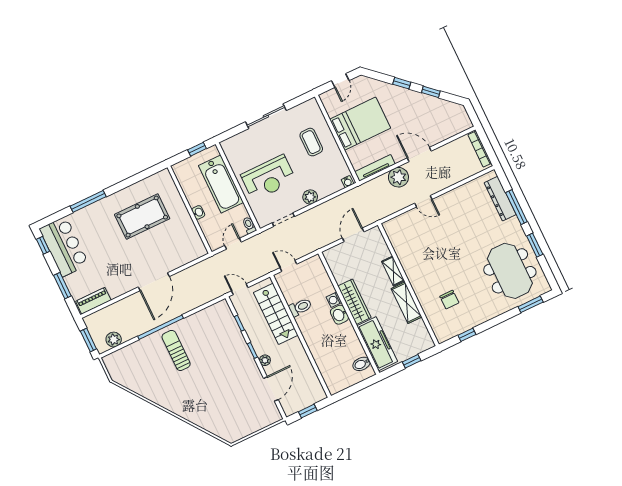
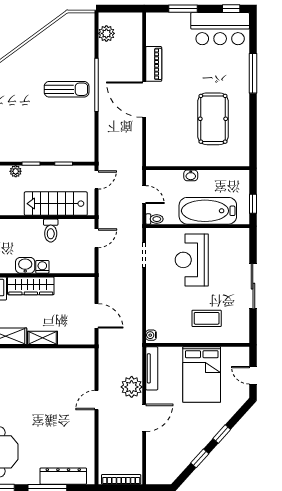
plant: (310, 197) -> (154, 292), removed
piano: (93, 301) -> (154, 64), moved
window: (88, 340) -> (118, 9), removed

